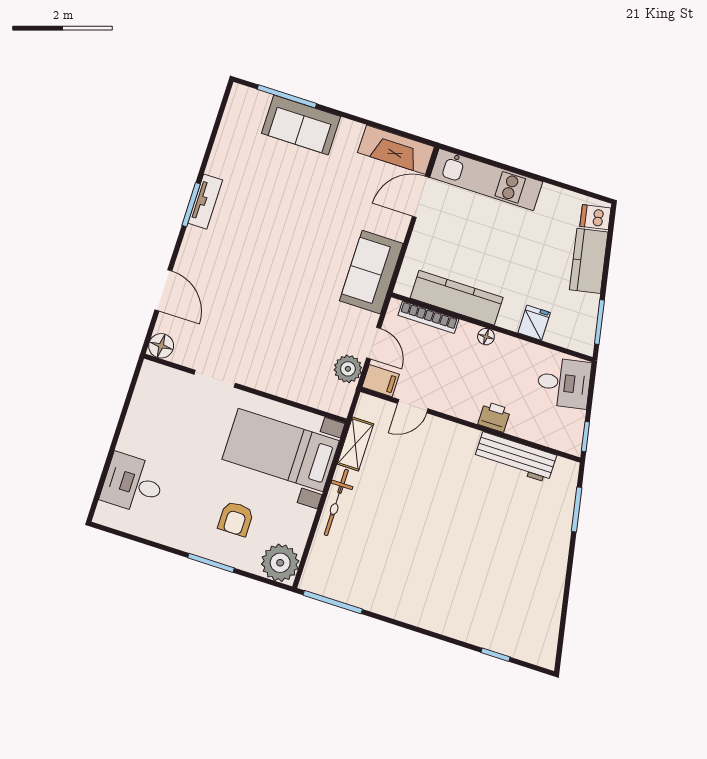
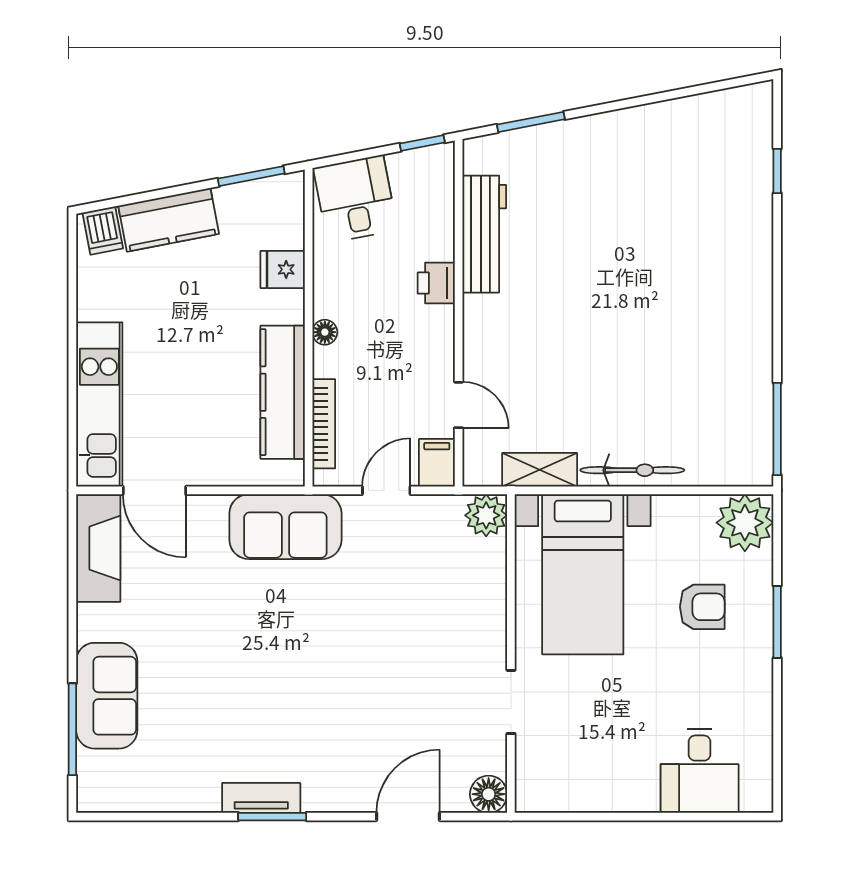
plant: (348, 369) -> (486, 515), moved

